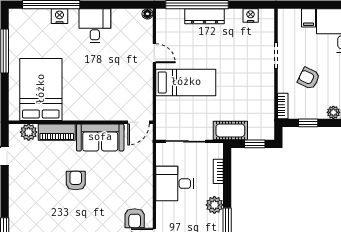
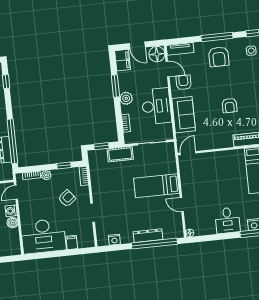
armchair: (309, 78) -> (67, 198), turned -64
sofa: (100, 137) -> (184, 115), moved, turned 90
desk: (175, 184) -> (156, 106), width x1.37

